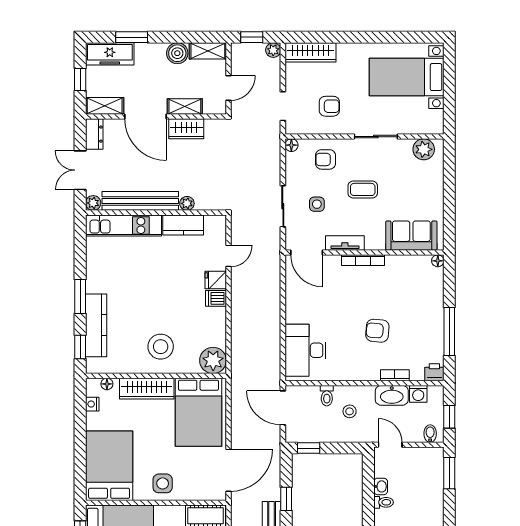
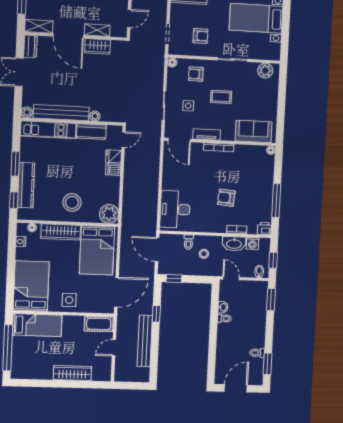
bench: (140, 201) -> (61, 113), moved
plant: (93, 203) -> (27, 112), moved
plant: (187, 203) -> (95, 116), moved
wall: (156, 213) -> (72, 122), moved
kitchen counter: (183, 225) -> (91, 131), moved
kitchen unit: (123, 226) -> (48, 130), moved

